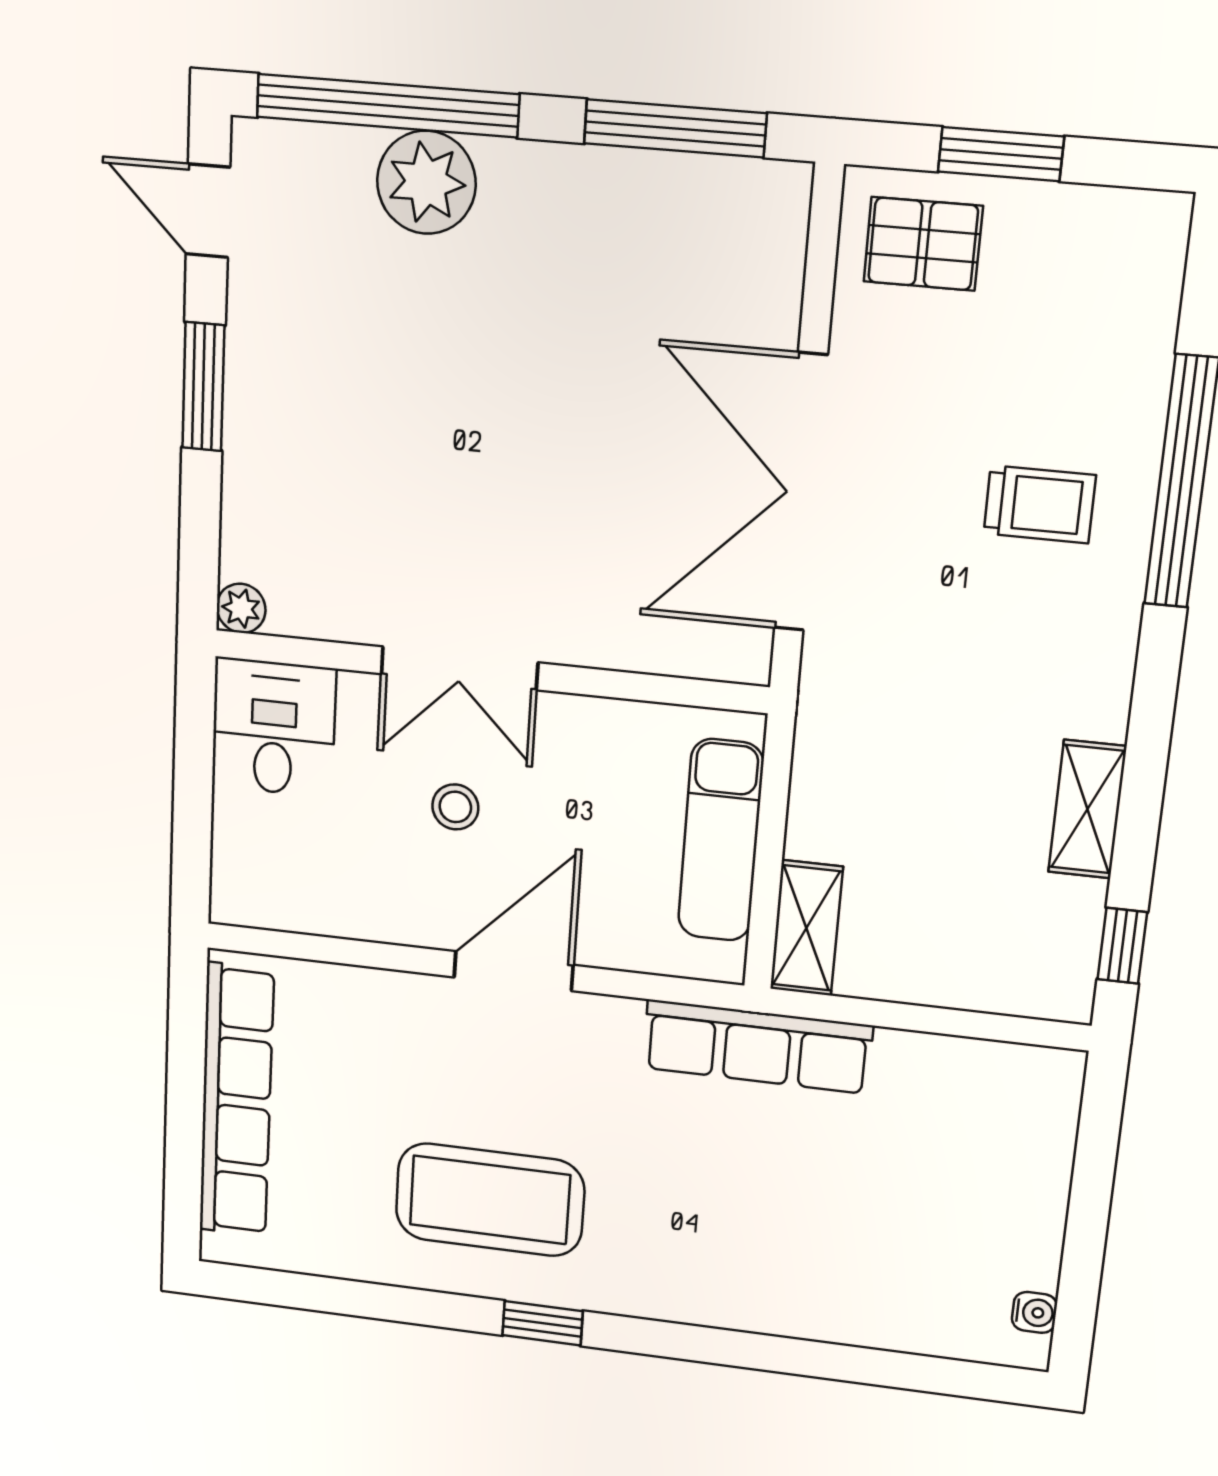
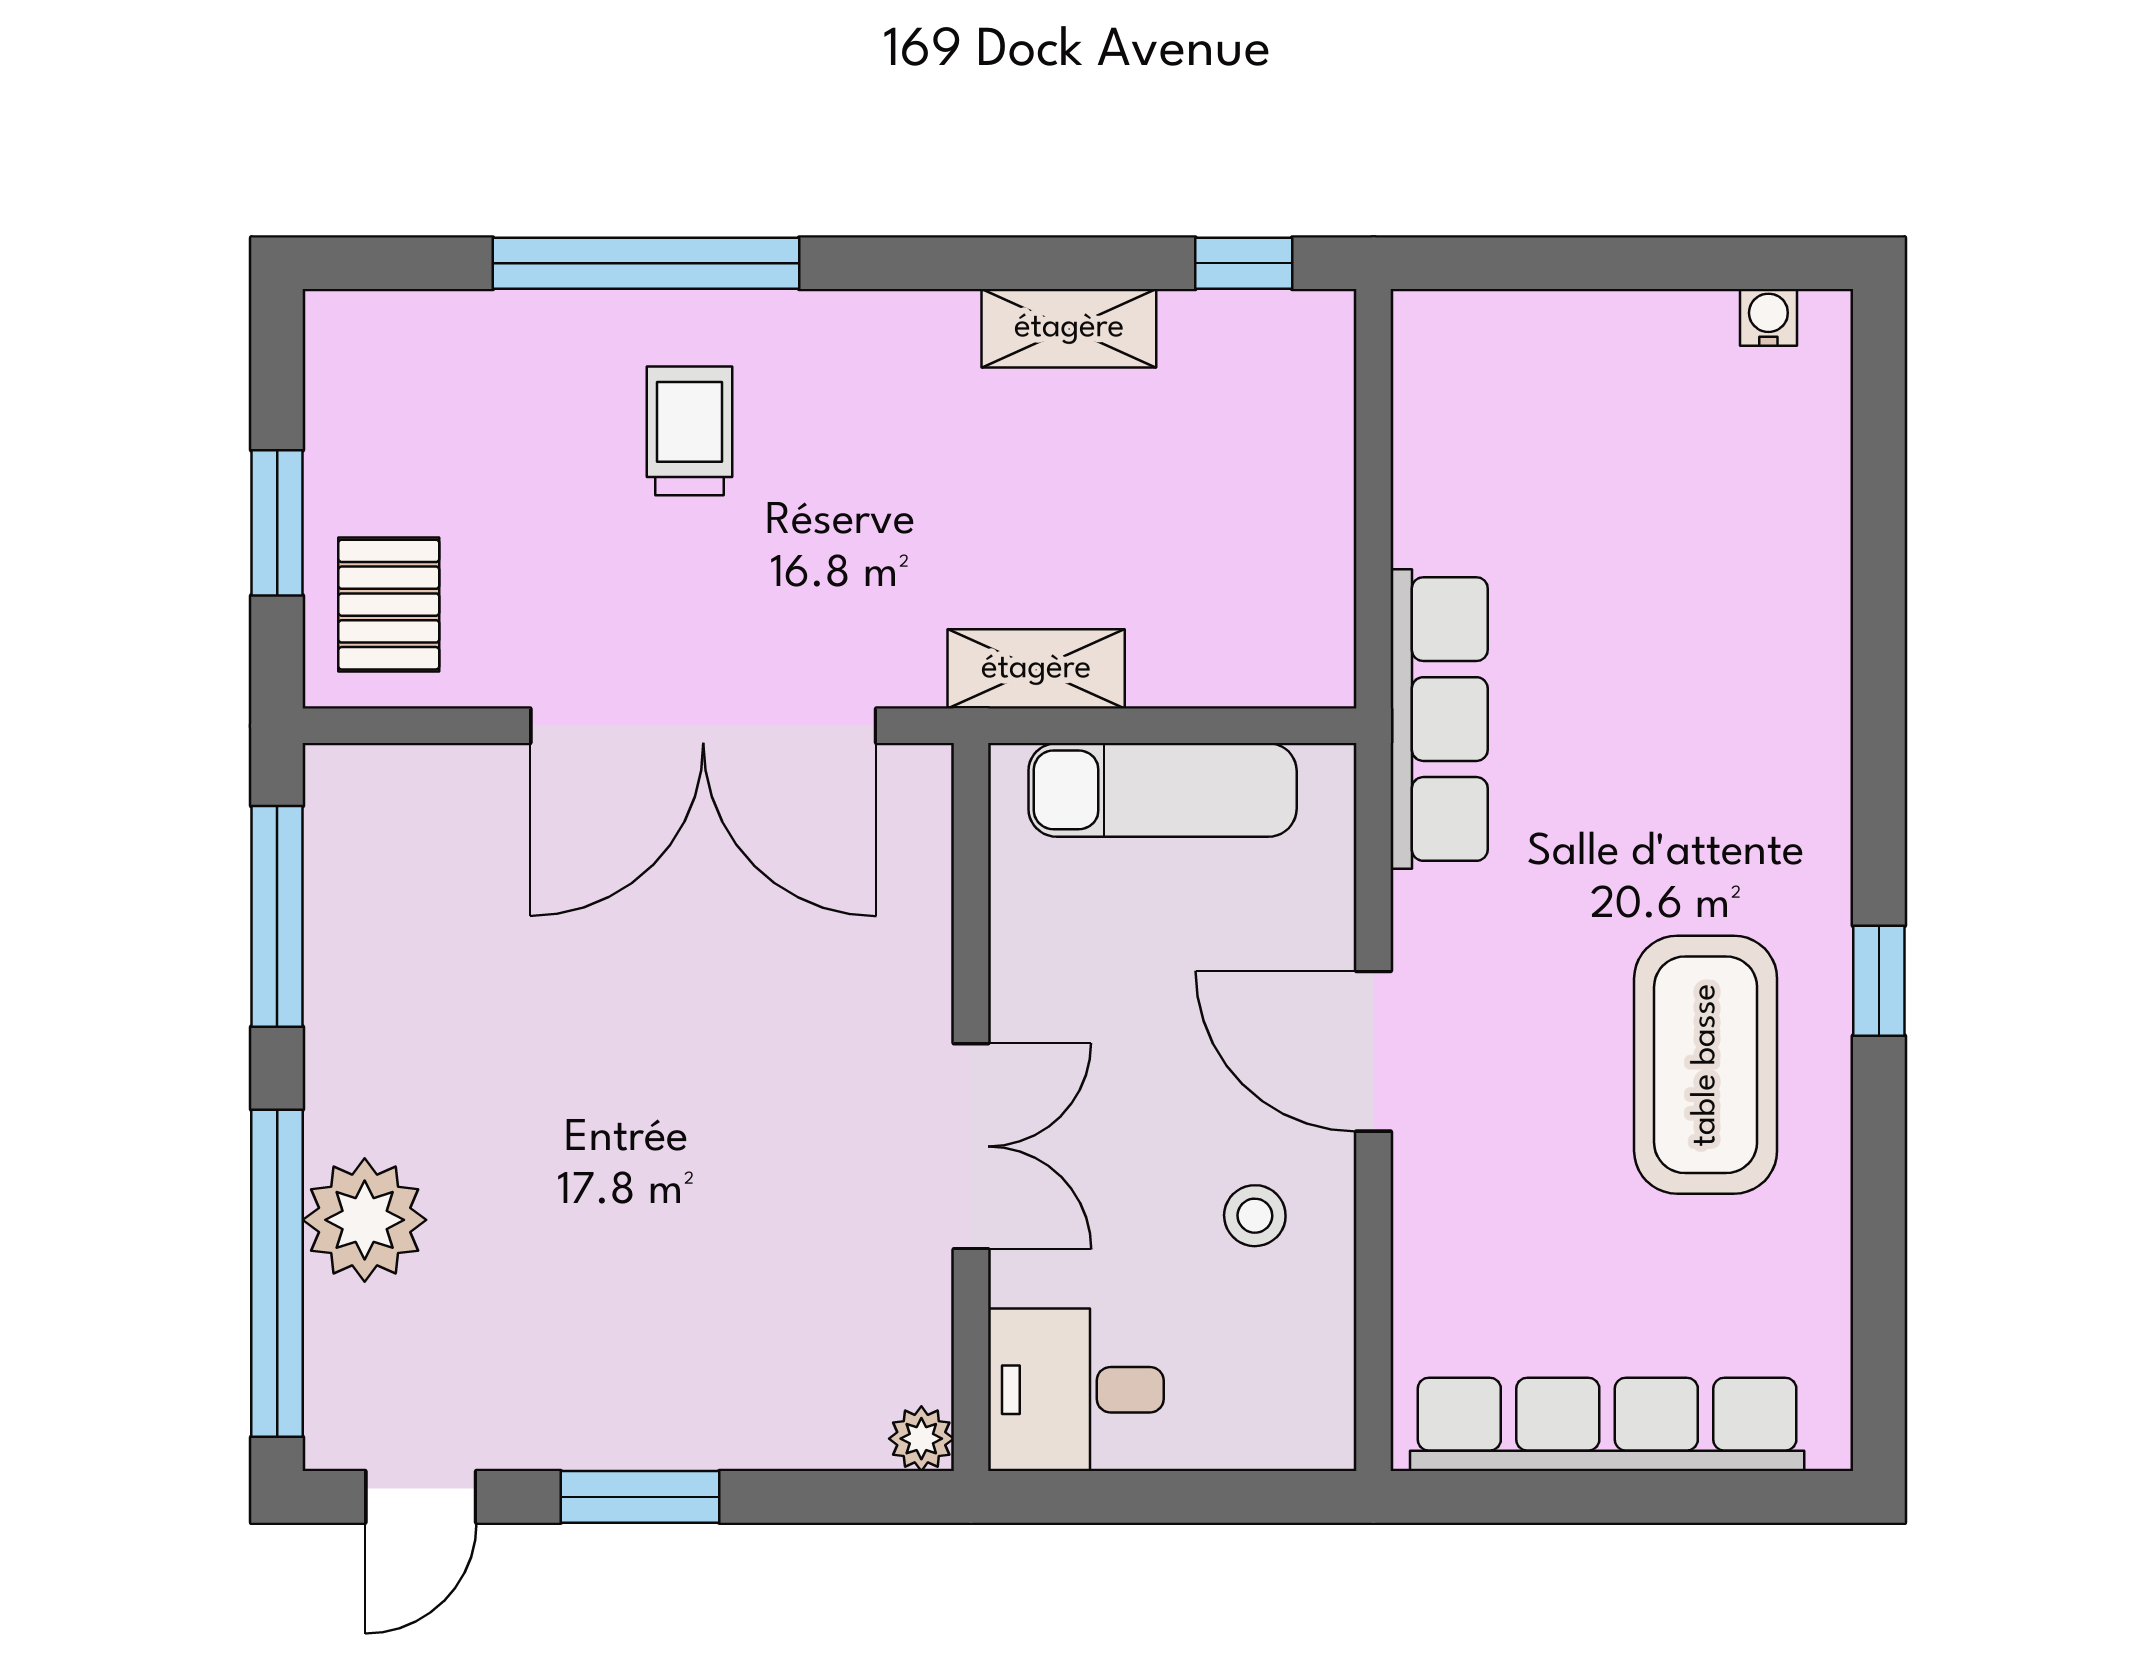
stool: (455, 807) -> (1255, 1216), moved
shelving: (806, 928) -> (1036, 669), moved

